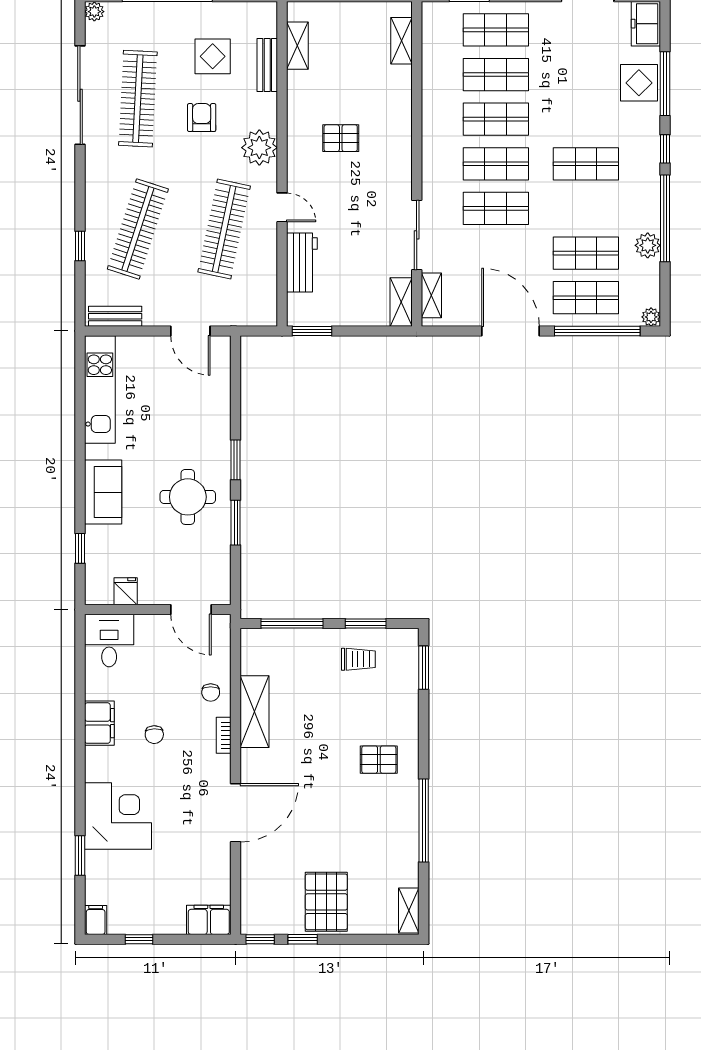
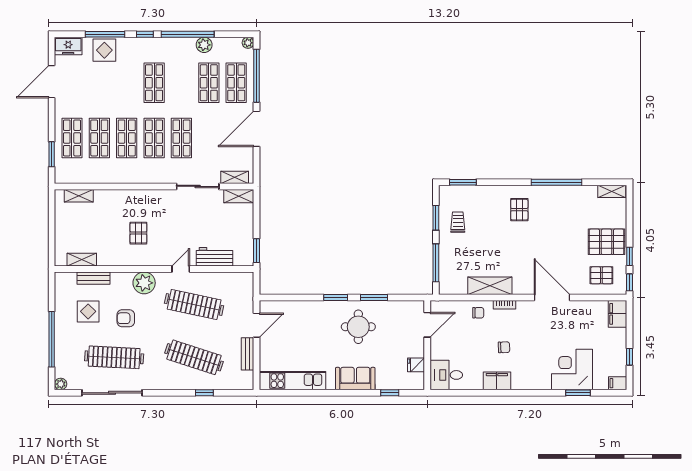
bench: (115, 316) -> (248, 354), moved
corner desk: (118, 816) -> (572, 370), moved
pallet: (272, 893) -> (601, 275), added

